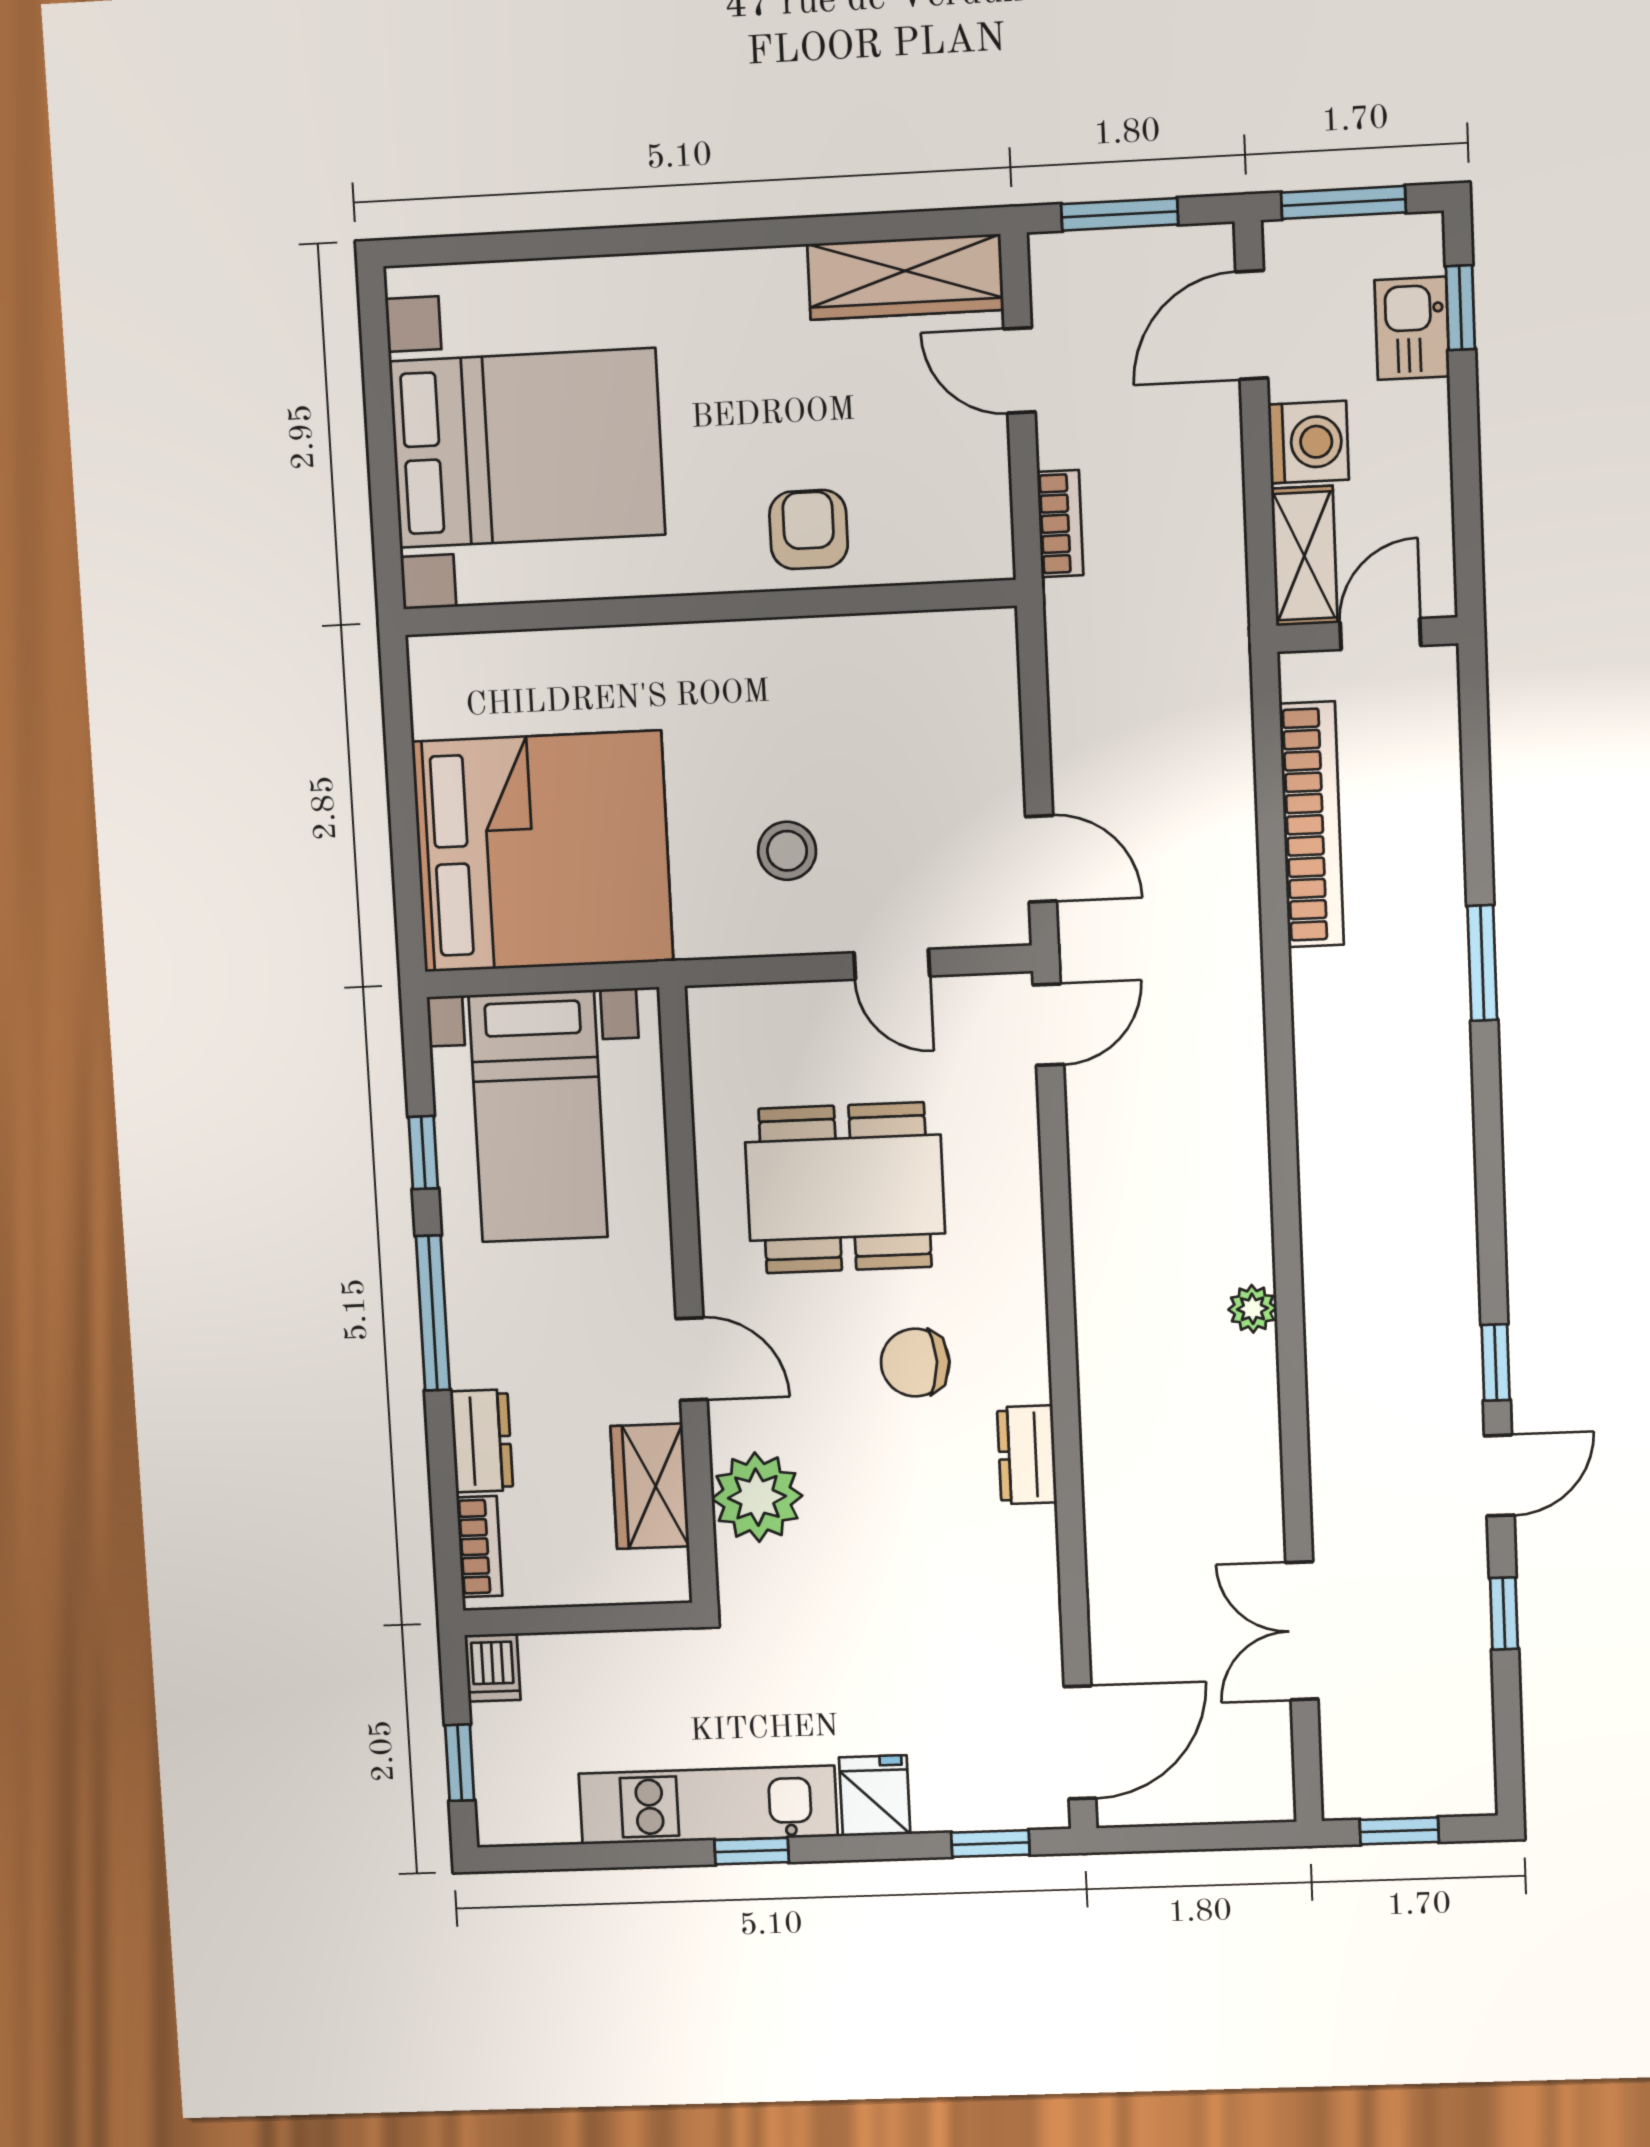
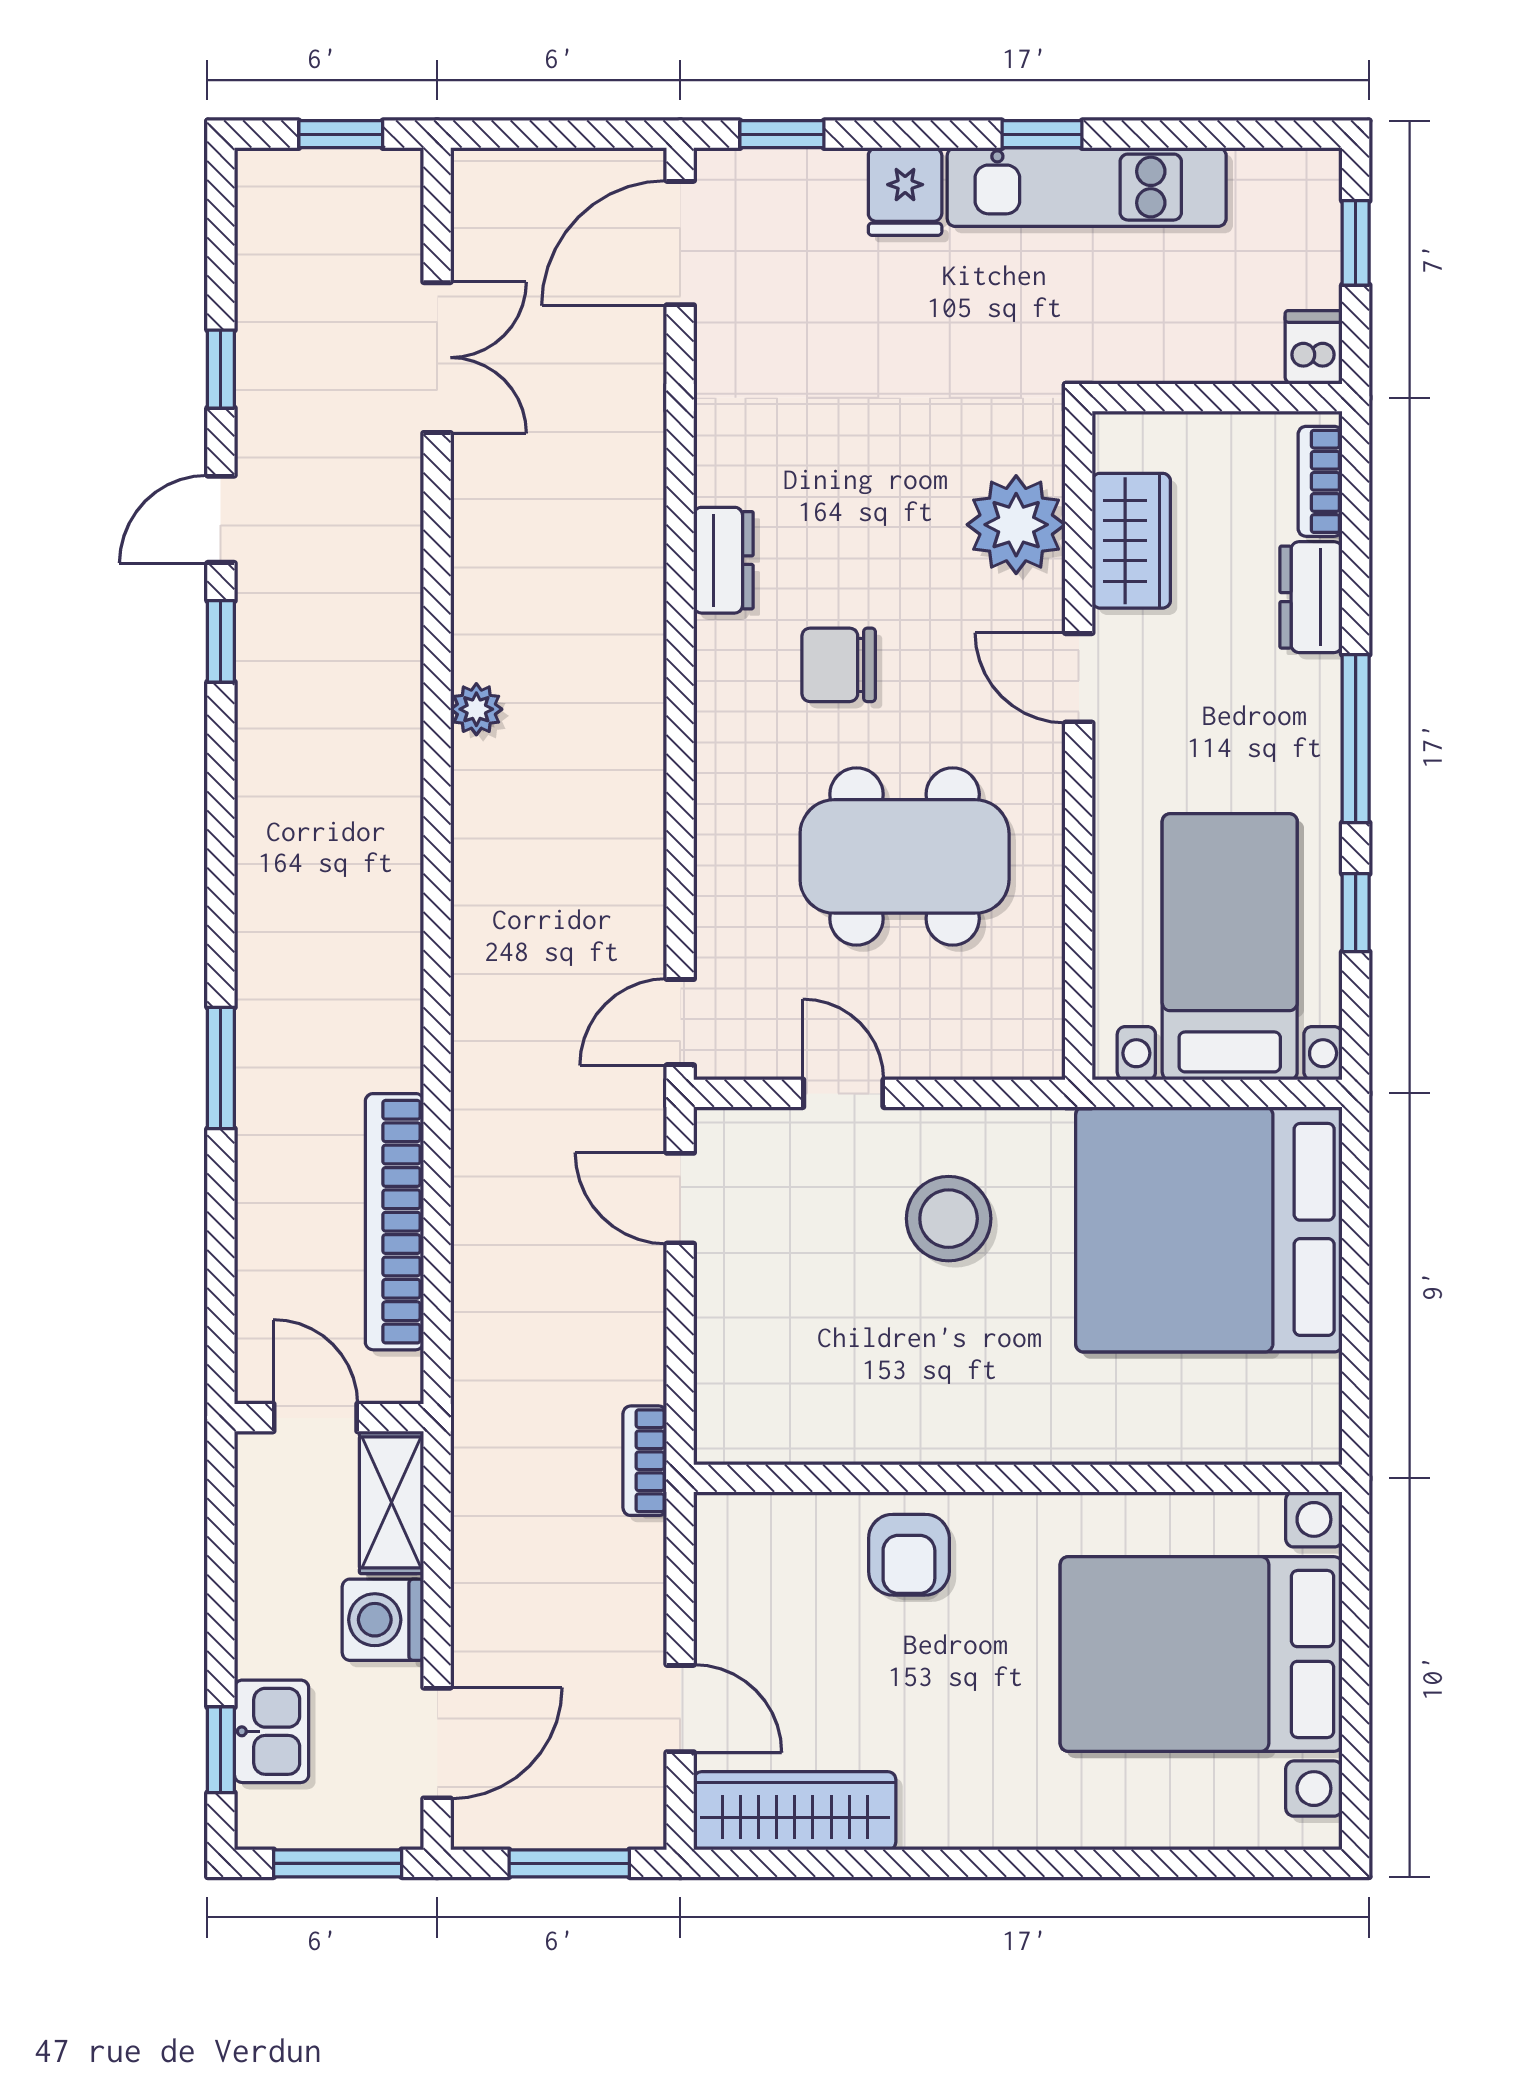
bookcase: (1060, 524) -> (645, 1461), moved
door: (1380, 634) -> (315, 1418), swing flipped
stool: (787, 851) -> (949, 1219), width x1.38, depth x1.38
chair: (915, 1363) -> (839, 665), turned 180

